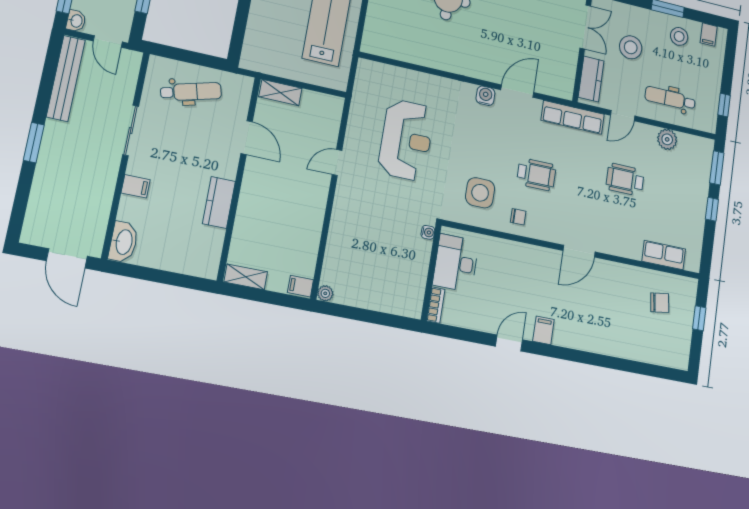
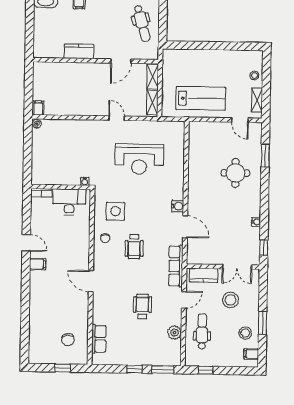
door: (623, 116) -> (184, 300), swing flipped
shelving: (246, 277) -> (152, 103), moved

